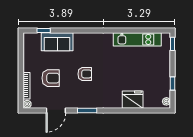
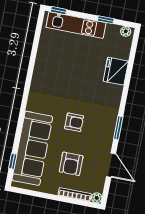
kitchen unit: (137, 39) -> (76, 25), moved, turned 90
sofa: (57, 42) -> (32, 148), width x1.85, depth x1.27
armchair: (85, 74) -> (74, 122), turned 90
armchair: (51, 78) -> (71, 164), turned 180

